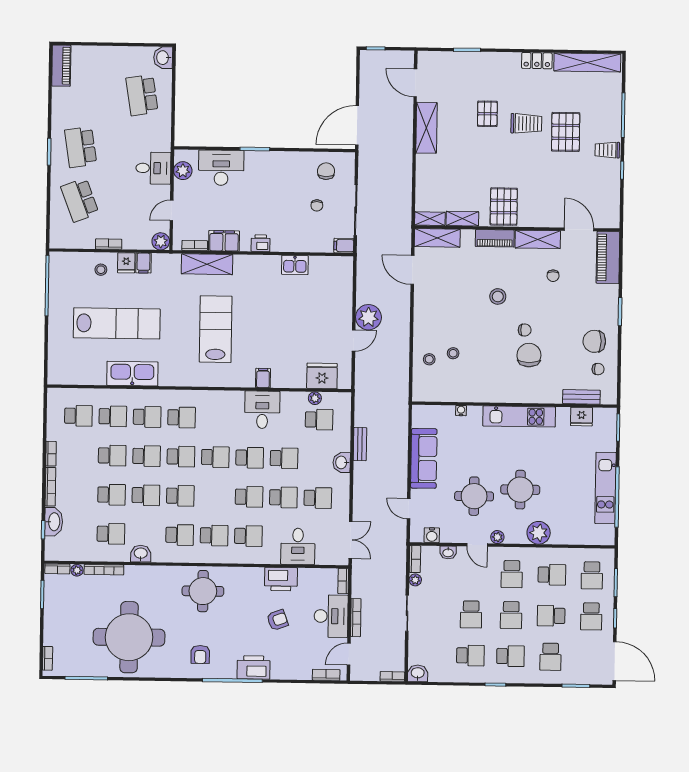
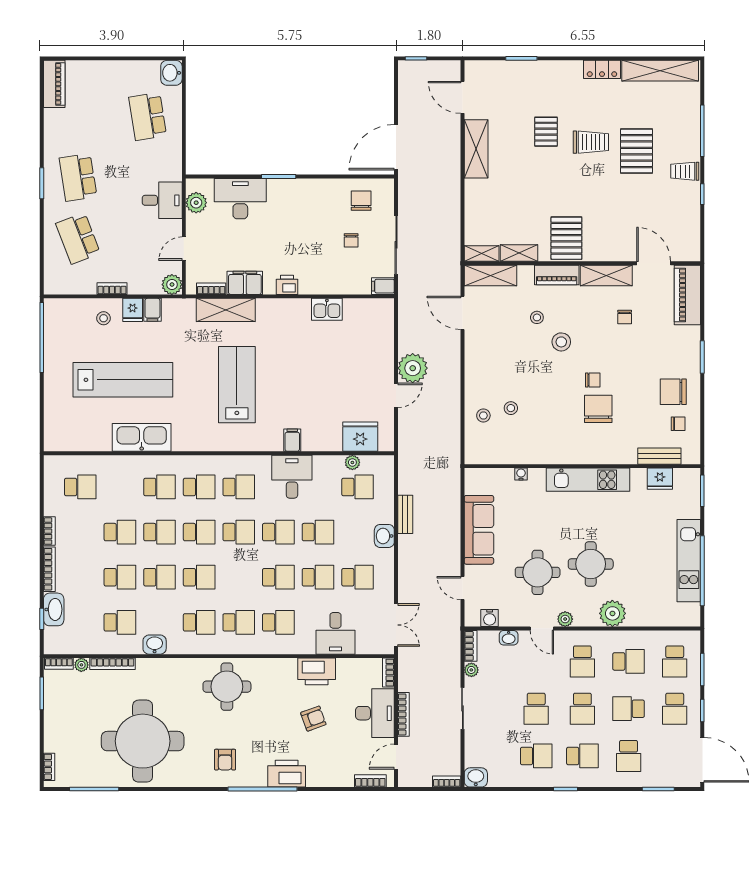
stool: (477, 275) -> (537, 317), added
school desk: (113, 416) -> (239, 487), moved

